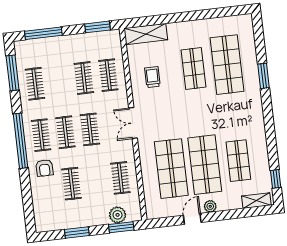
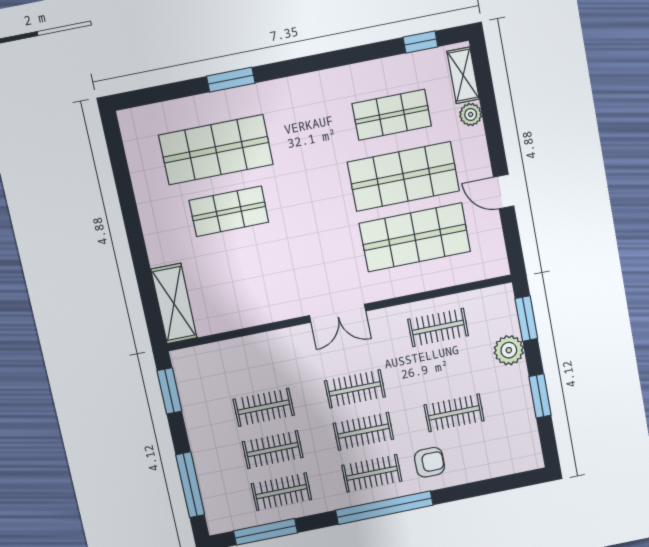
clothes rail: (108, 75) -> (273, 450), moved
trolley: (152, 77) -> (251, 285), removed
plant: (210, 206) -> (471, 114), moved
plant: (118, 215) -> (509, 350), moved

